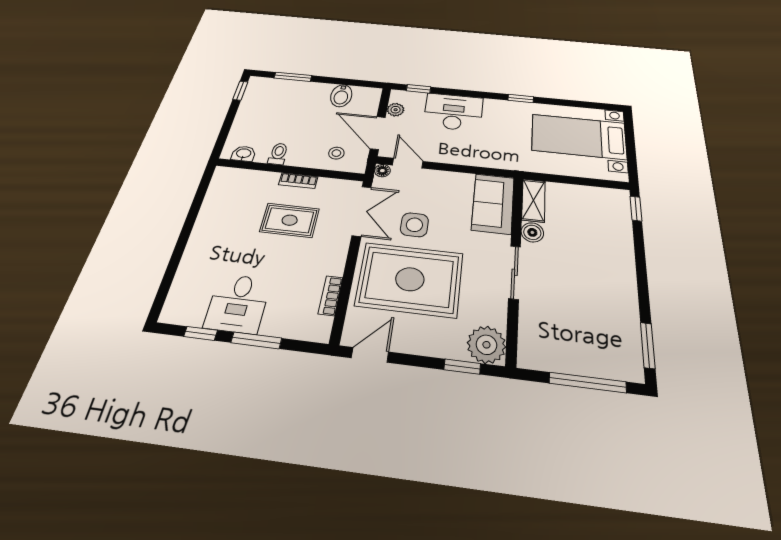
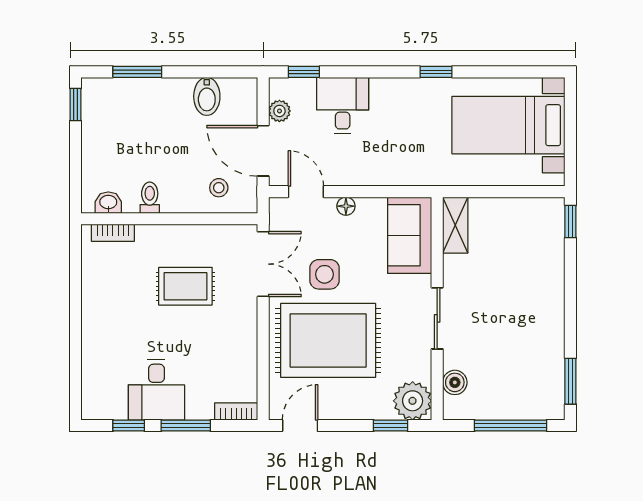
desk: (453, 112) -> (343, 105), width x0.73
floor lamp: (382, 171) -> (346, 206), moved
bookcase: (298, 181) -> (113, 233), moved
boiler: (532, 232) -> (455, 382), moved
bookcase: (330, 296) -> (236, 411), moved, turned 90

